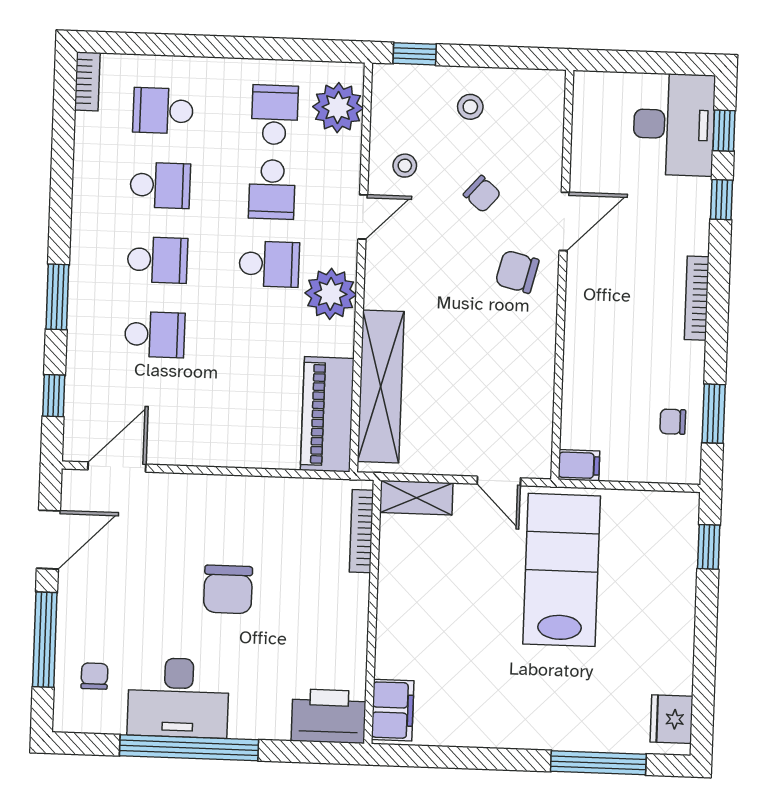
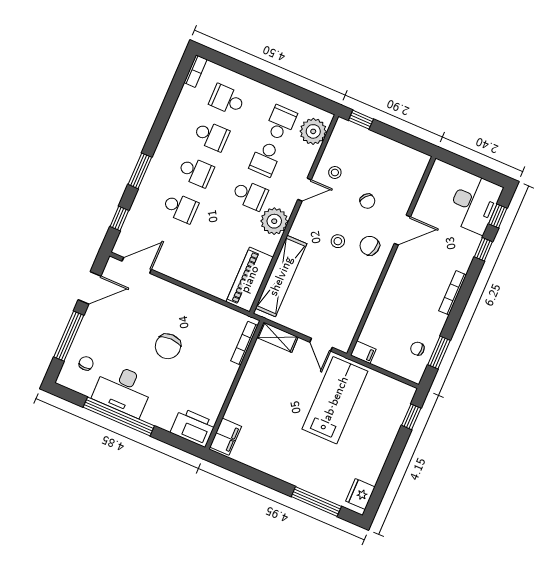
stool: (470, 107) -> (338, 241), moved

